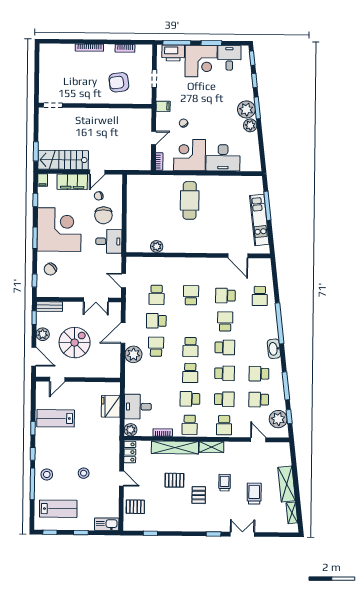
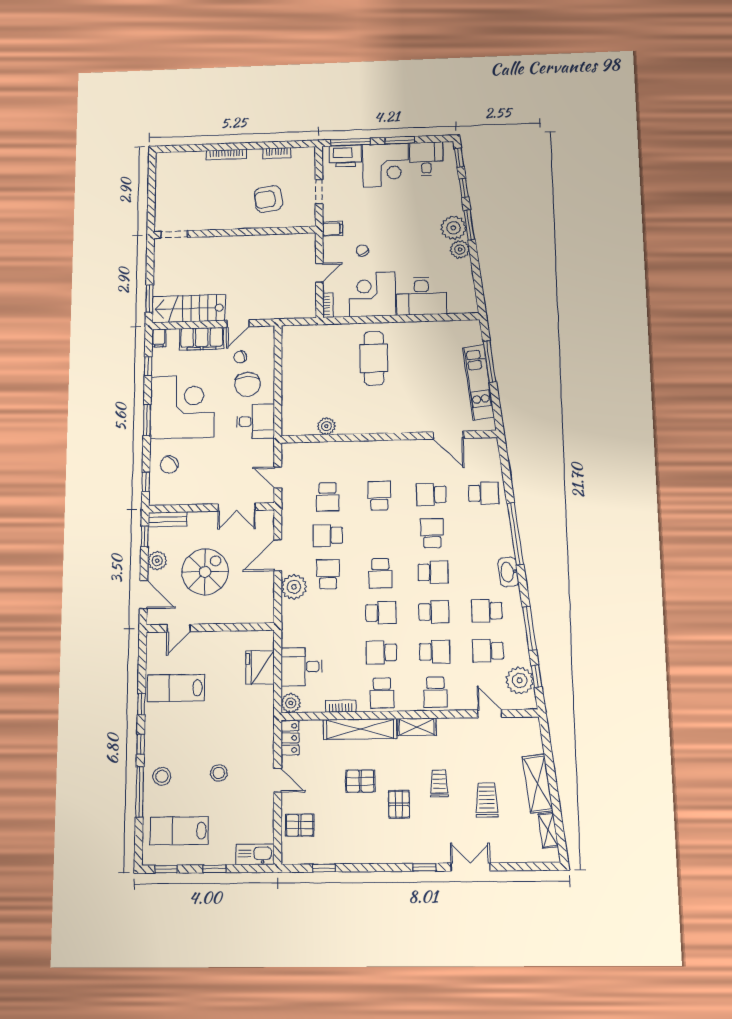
school desk: (260, 296) -> (483, 493), turned -90
school desk: (190, 373) -> (381, 613), turned -90
lab bench: (58, 509) -> (179, 831), turned 180

